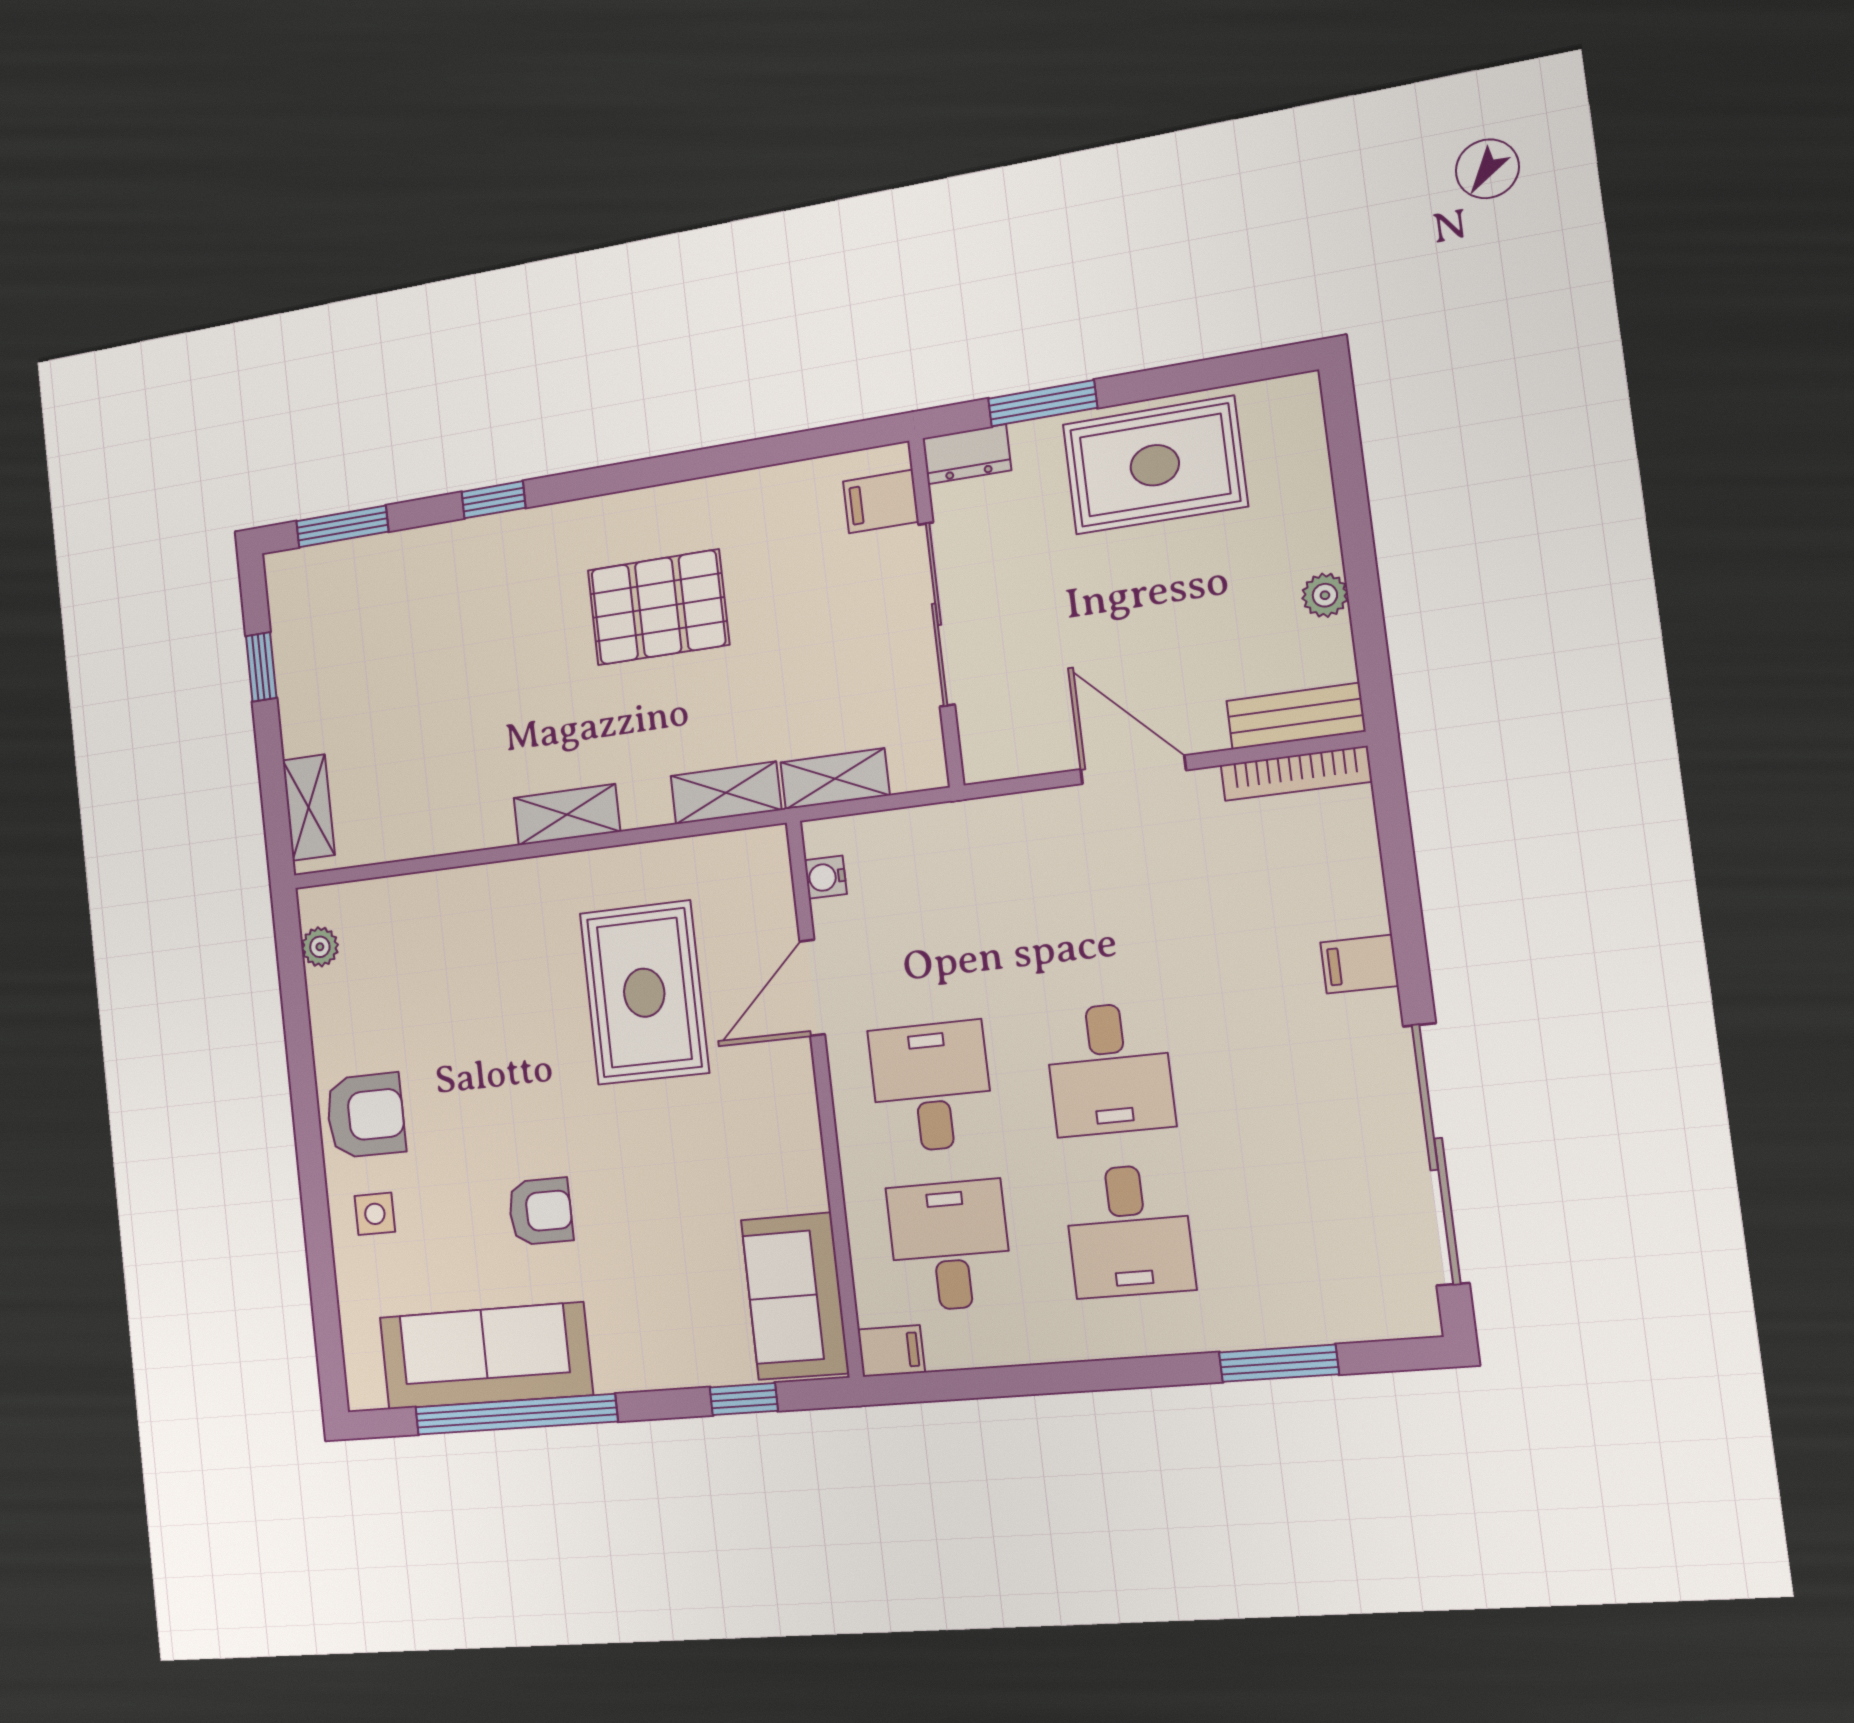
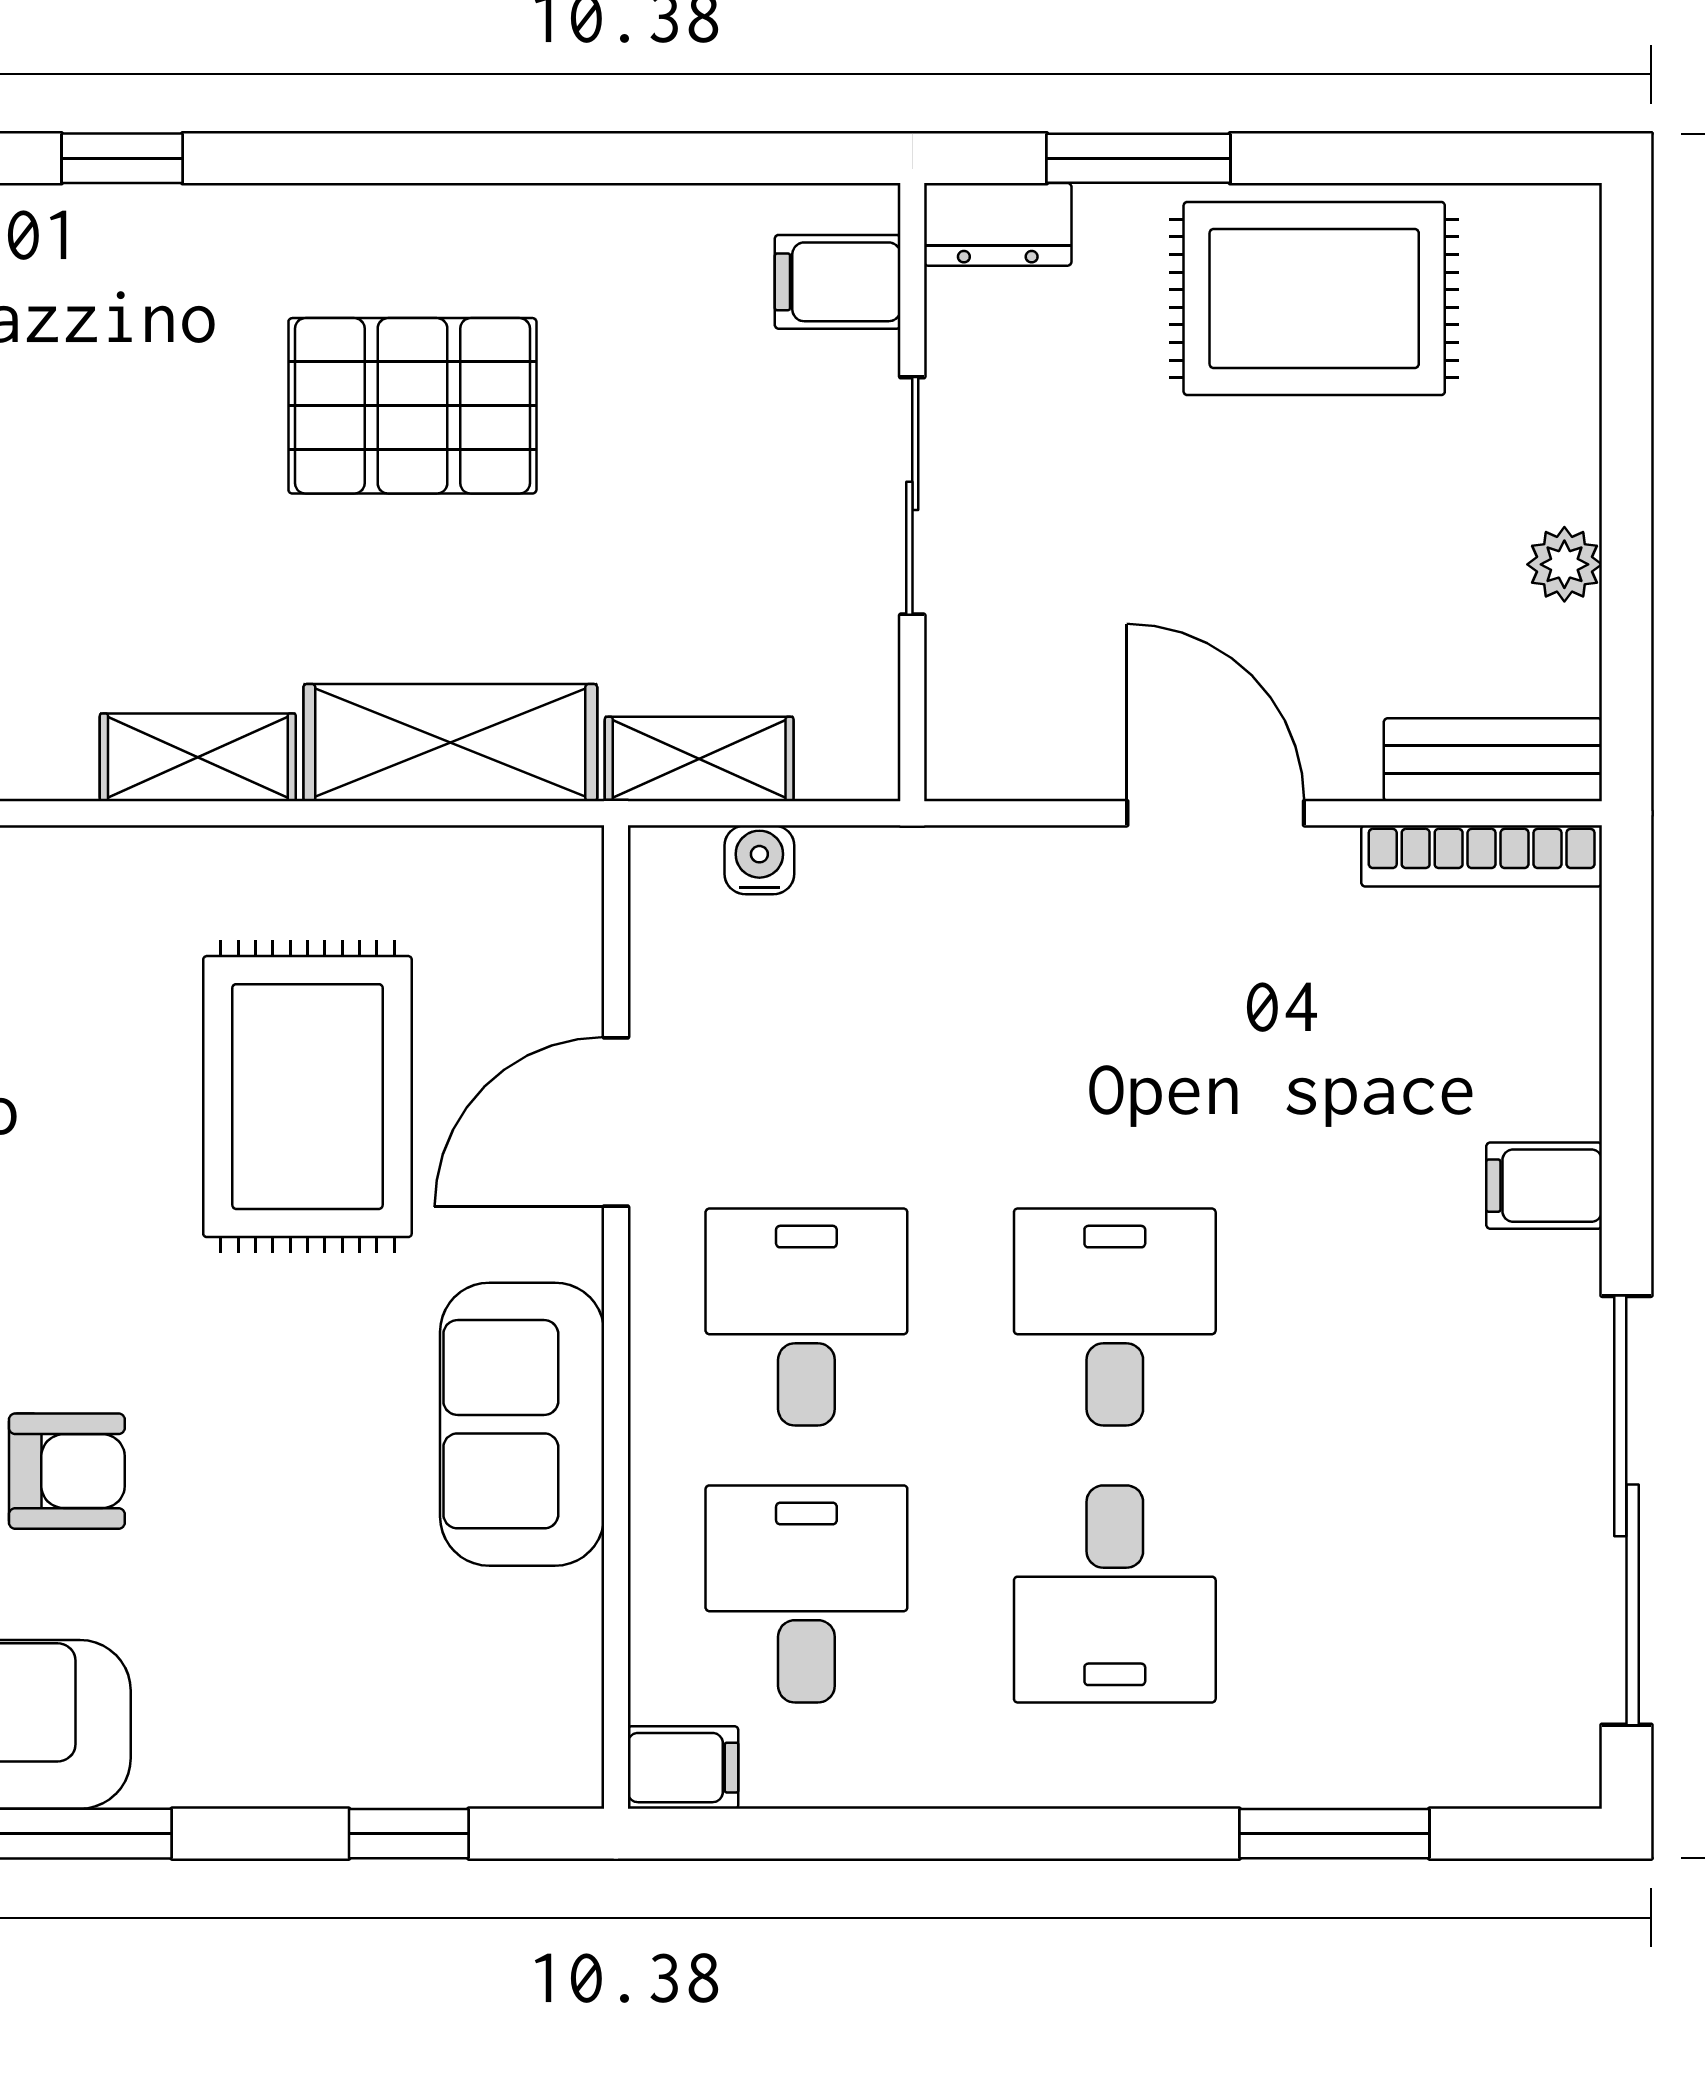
sliding door: (936, 614) -> (912, 496), width x0.73
shelving: (726, 793) -> (450, 743), width x1.50, depth x1.33
water cooler: (826, 877) -> (759, 860), moved, turned 90
desk: (1109, 1069) -> (1115, 1317), turned 180
sofa: (795, 1296) -> (522, 1424), moved

